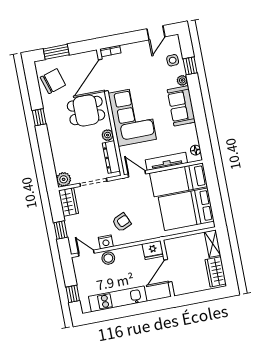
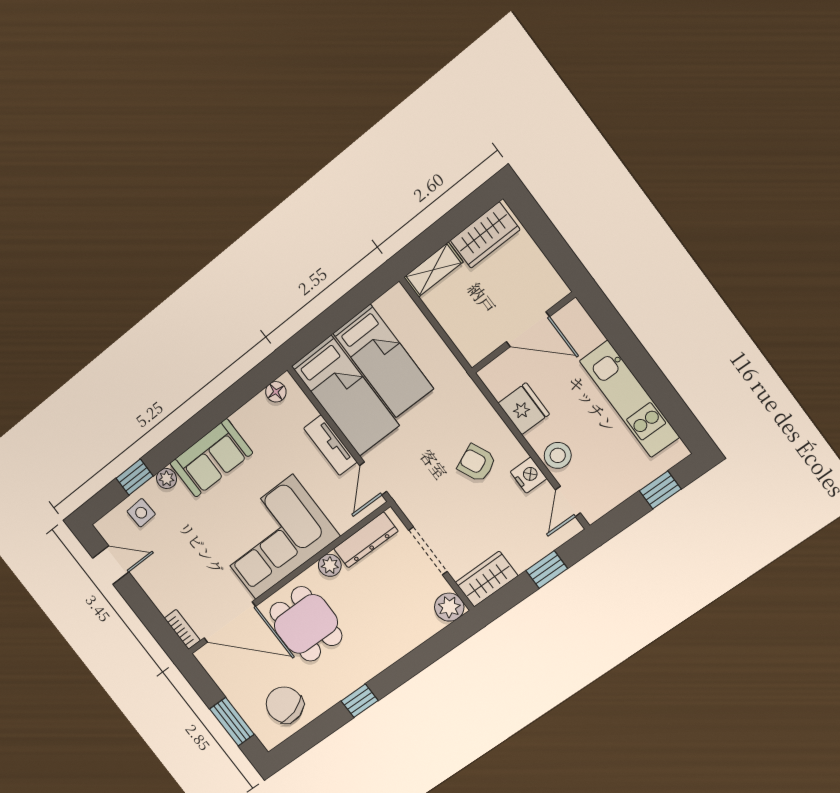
tv unit: (166, 161) -> (330, 445), width x0.71
bed: (186, 209) -> (383, 361), width x0.67
fridge: (153, 250) -> (524, 409), moved

